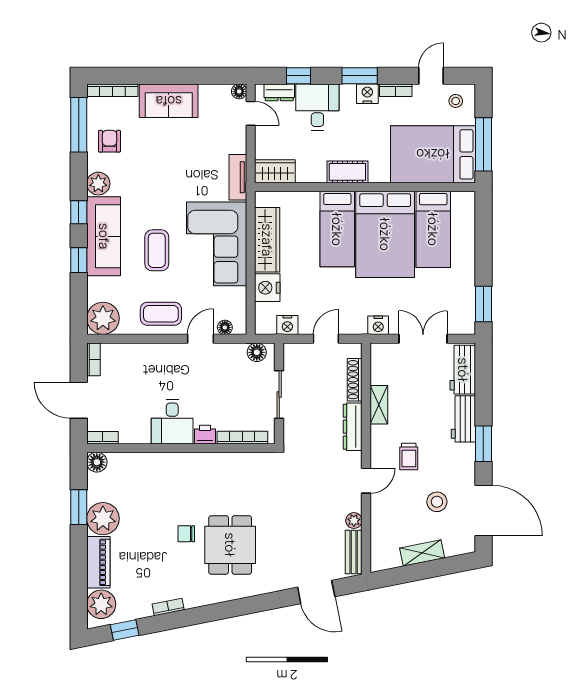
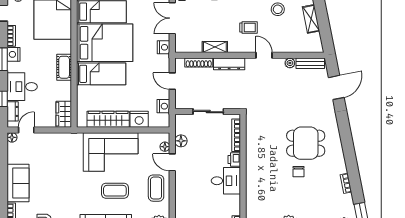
tv unit: (238, 177) -> (68, 138), removed
floor lamp: (257, 352) -> (181, 141), moved

